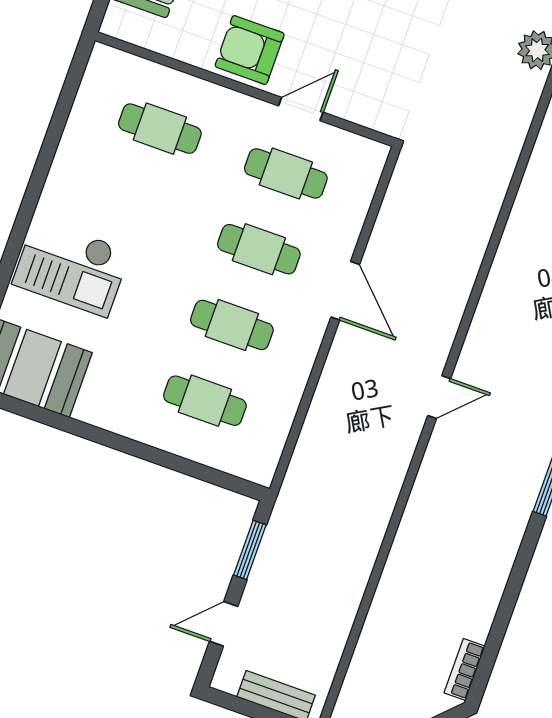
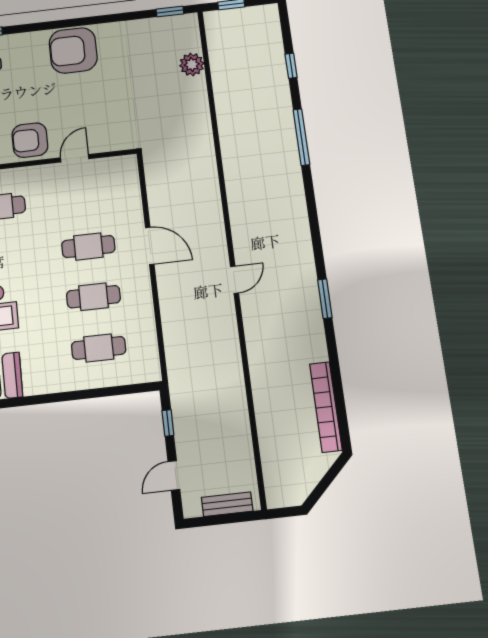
cafe table: (286, 173) -> (83, 197), removed
window: (250, 550) -> (168, 423), width x0.67
bookcase: (465, 669) -> (326, 407), width x2.31, depth x1.31

